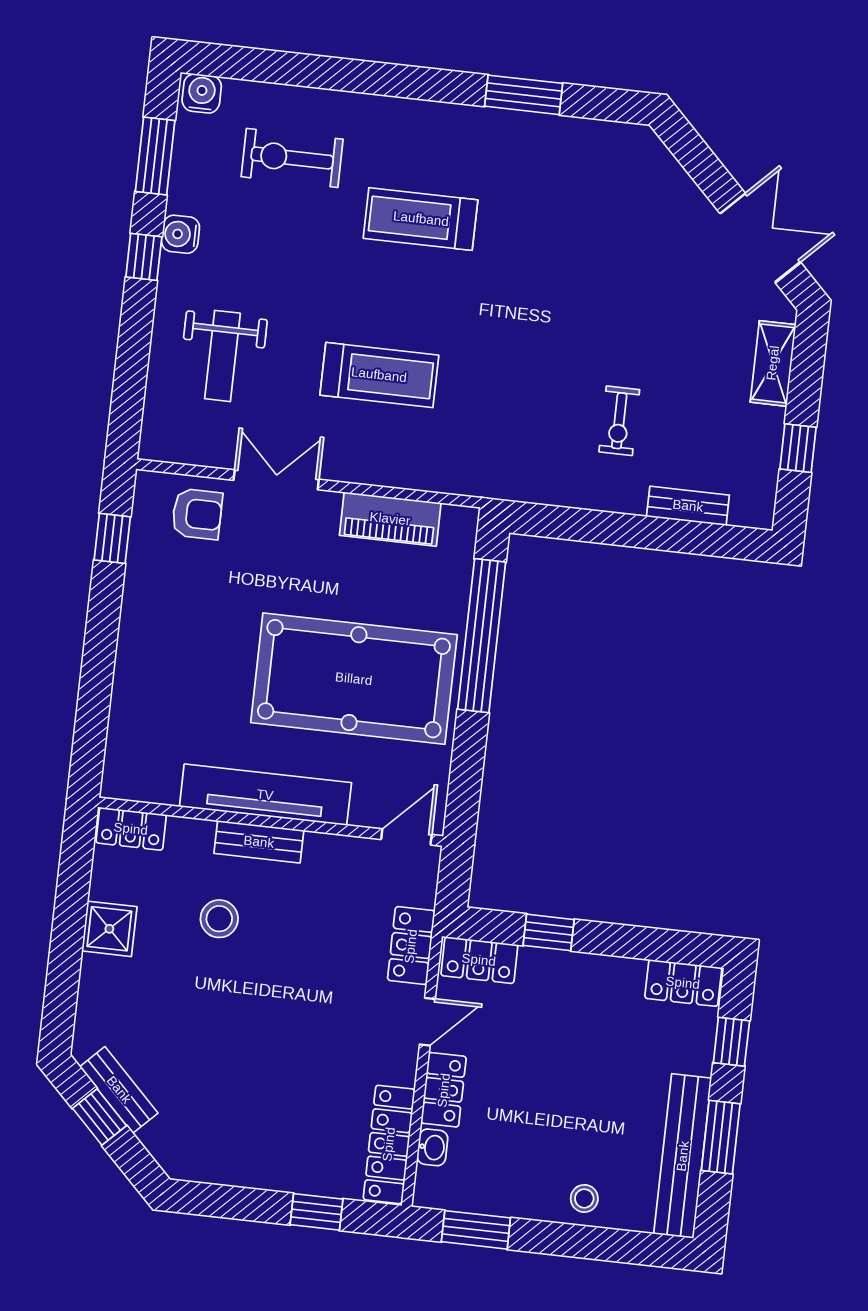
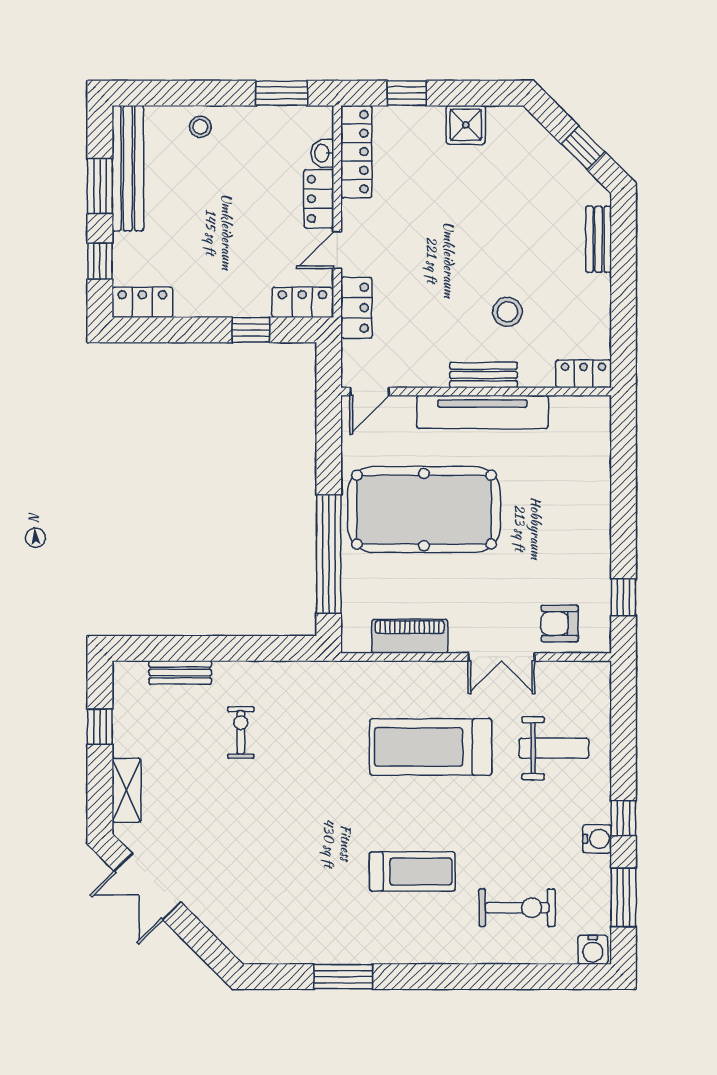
weight bench: (222, 356) -> (554, 748), turned 90
treadmill: (379, 375) -> (431, 747), width x1.37, depth x1.38
shower: (109, 929) -> (466, 125), moved
bench: (119, 1090) -> (599, 239), moved, turned 45

